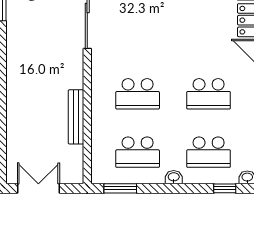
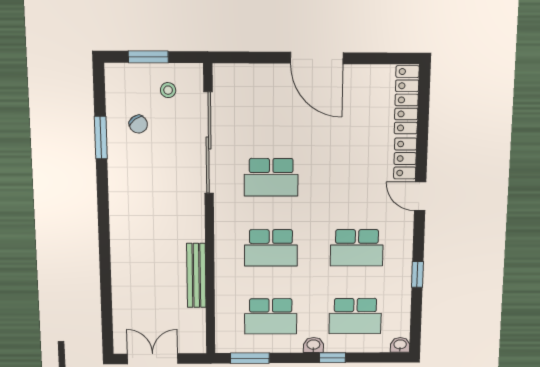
school desk: (138, 36) -> (271, 177), added
window: (225, 188) -> (332, 358), moved

